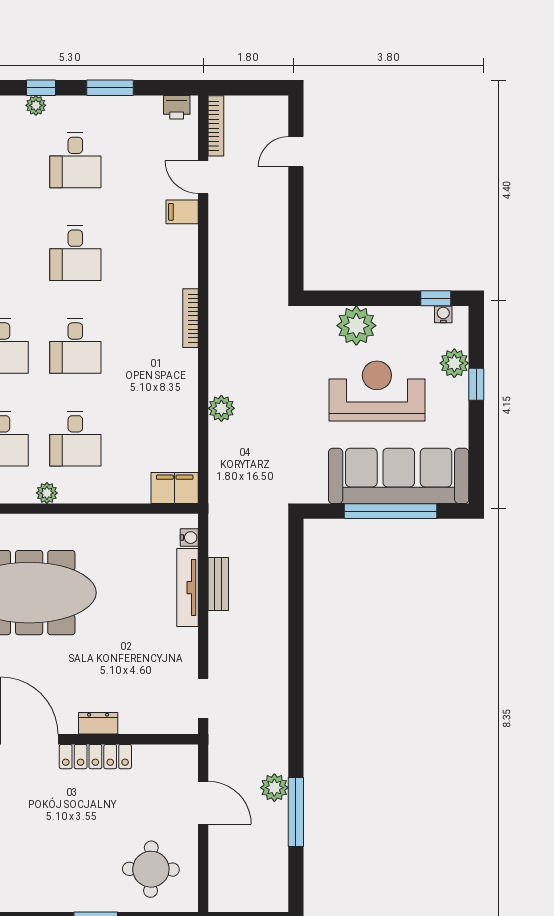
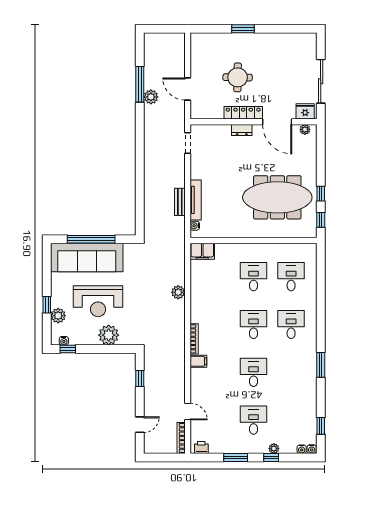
filing cabinet: (182, 212) -> (198, 361), moved
window: (296, 241) -> (140, 378), added
plant: (47, 493) -> (268, 249), removed
round table: (151, 869) -> (238, 77), moved

